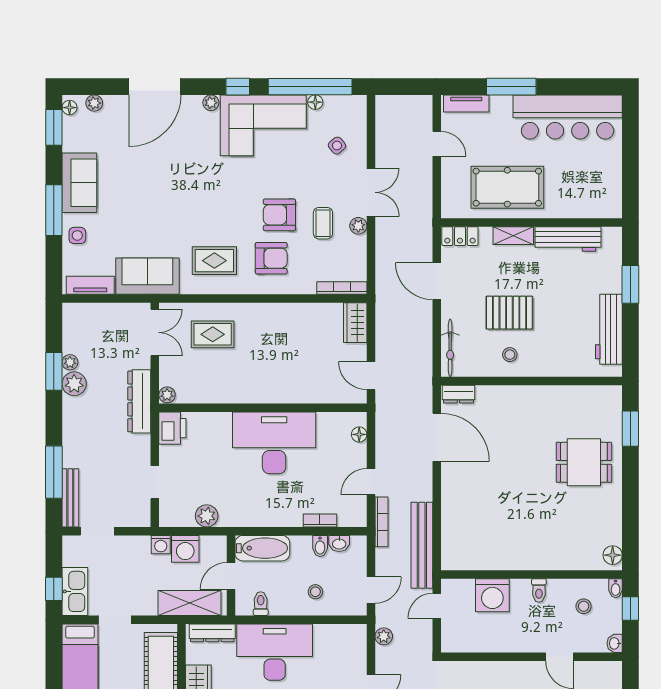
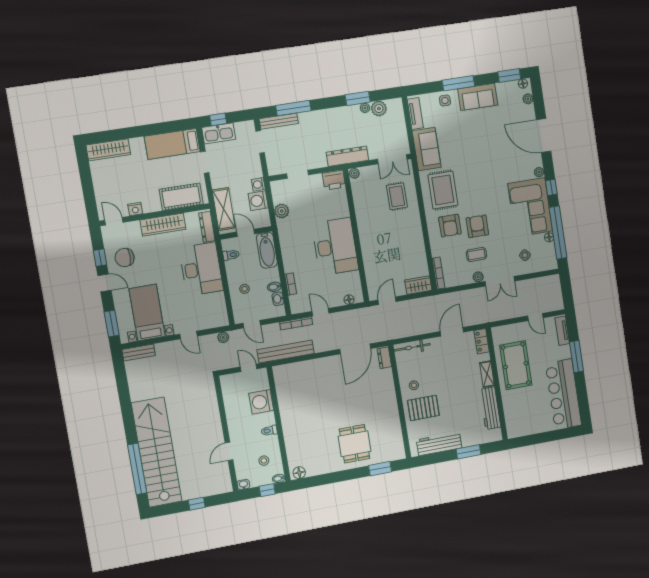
door: (437, 144) -> (535, 317), hinge flipped
rug: (214, 261) -> (443, 190), width x1.36, depth x1.43
pallet: (509, 313) -> (423, 408), moved, turned 90
plant: (74, 384) -> (379, 109), moved

